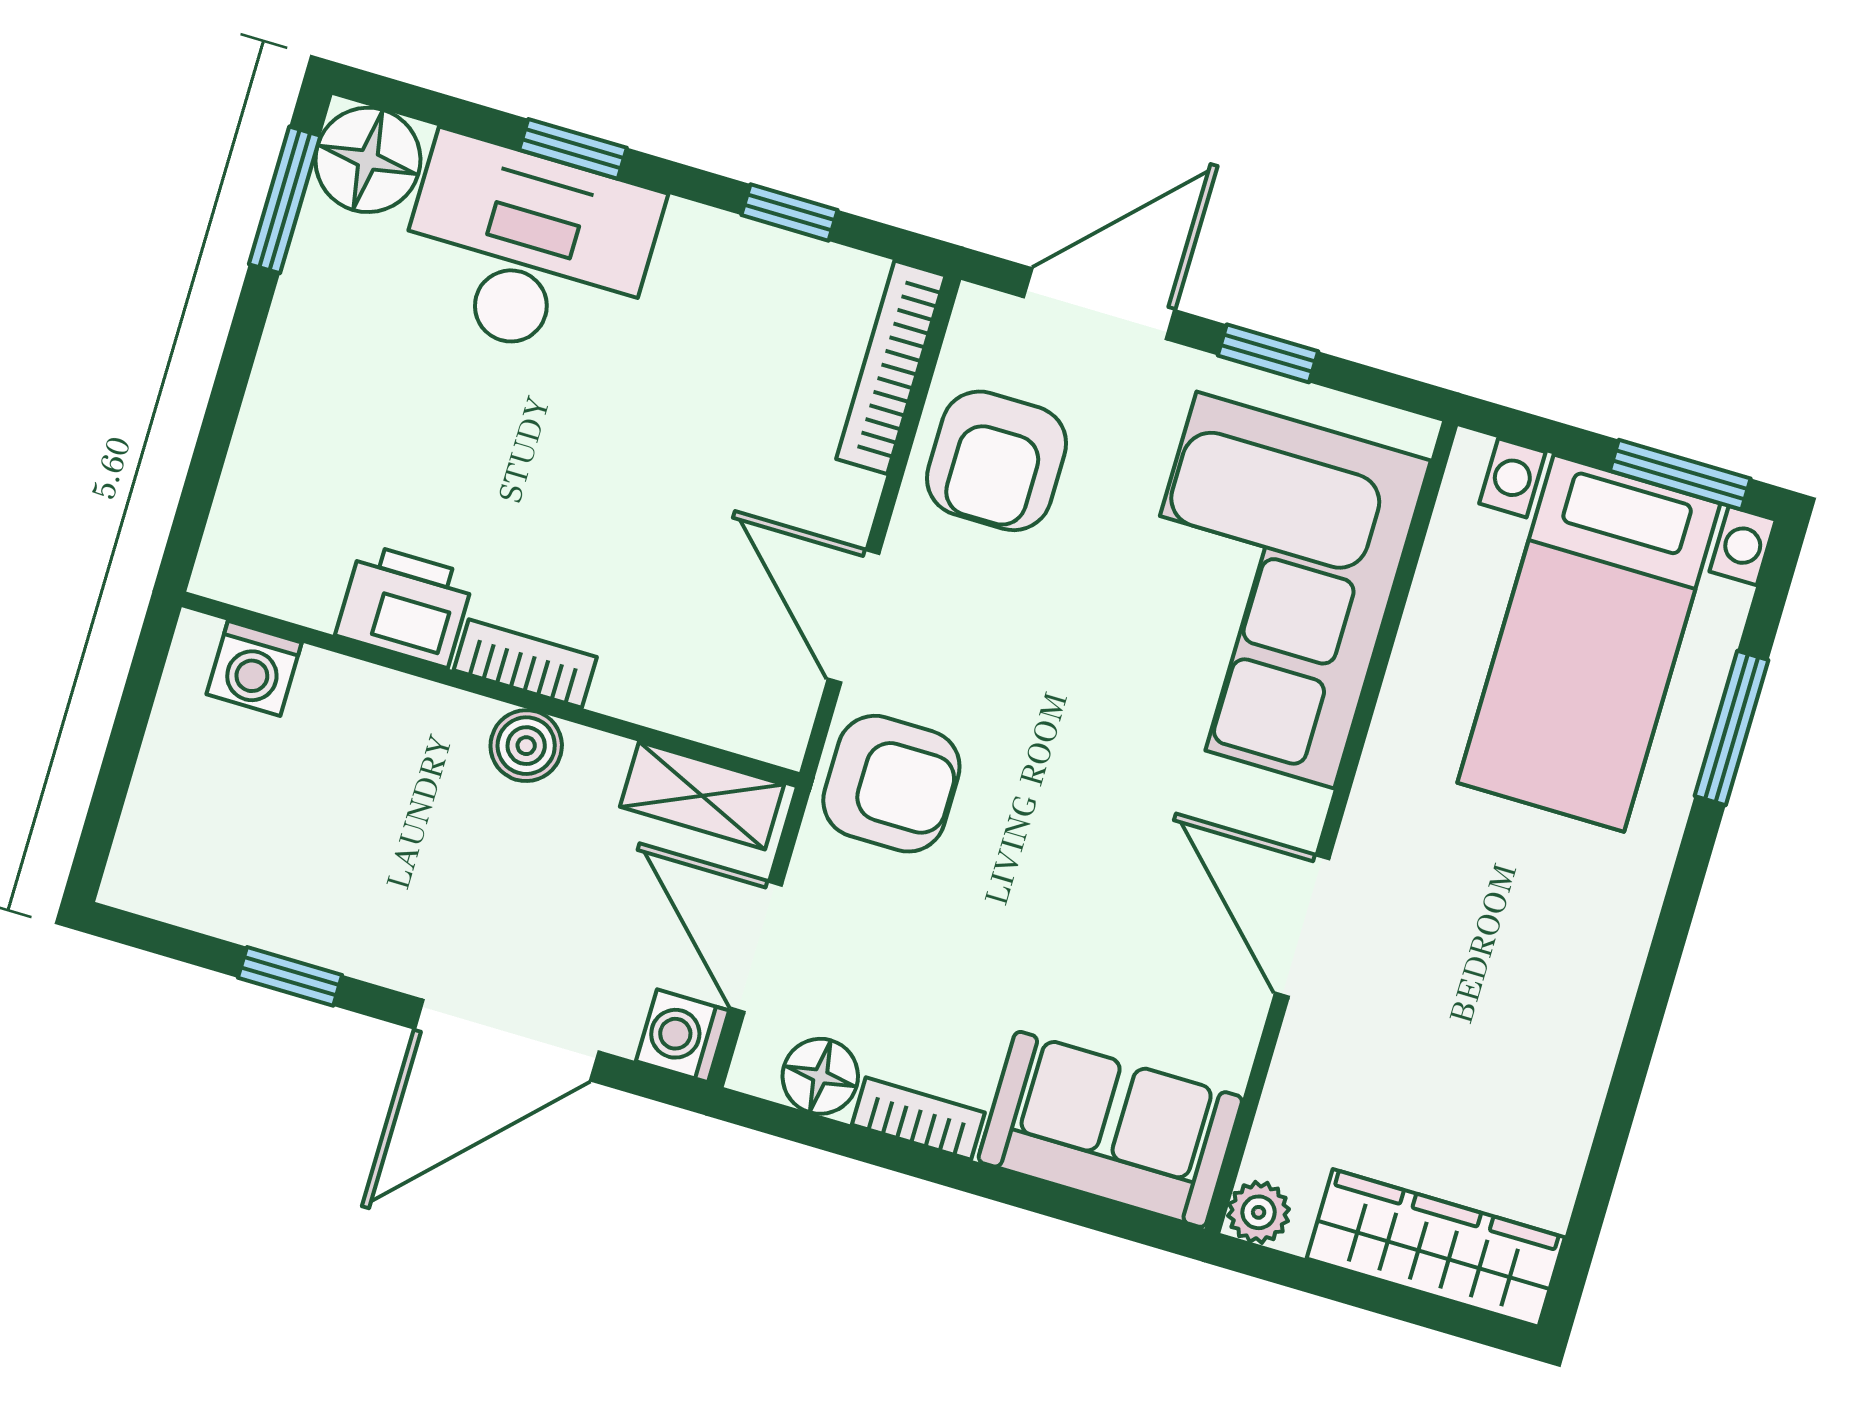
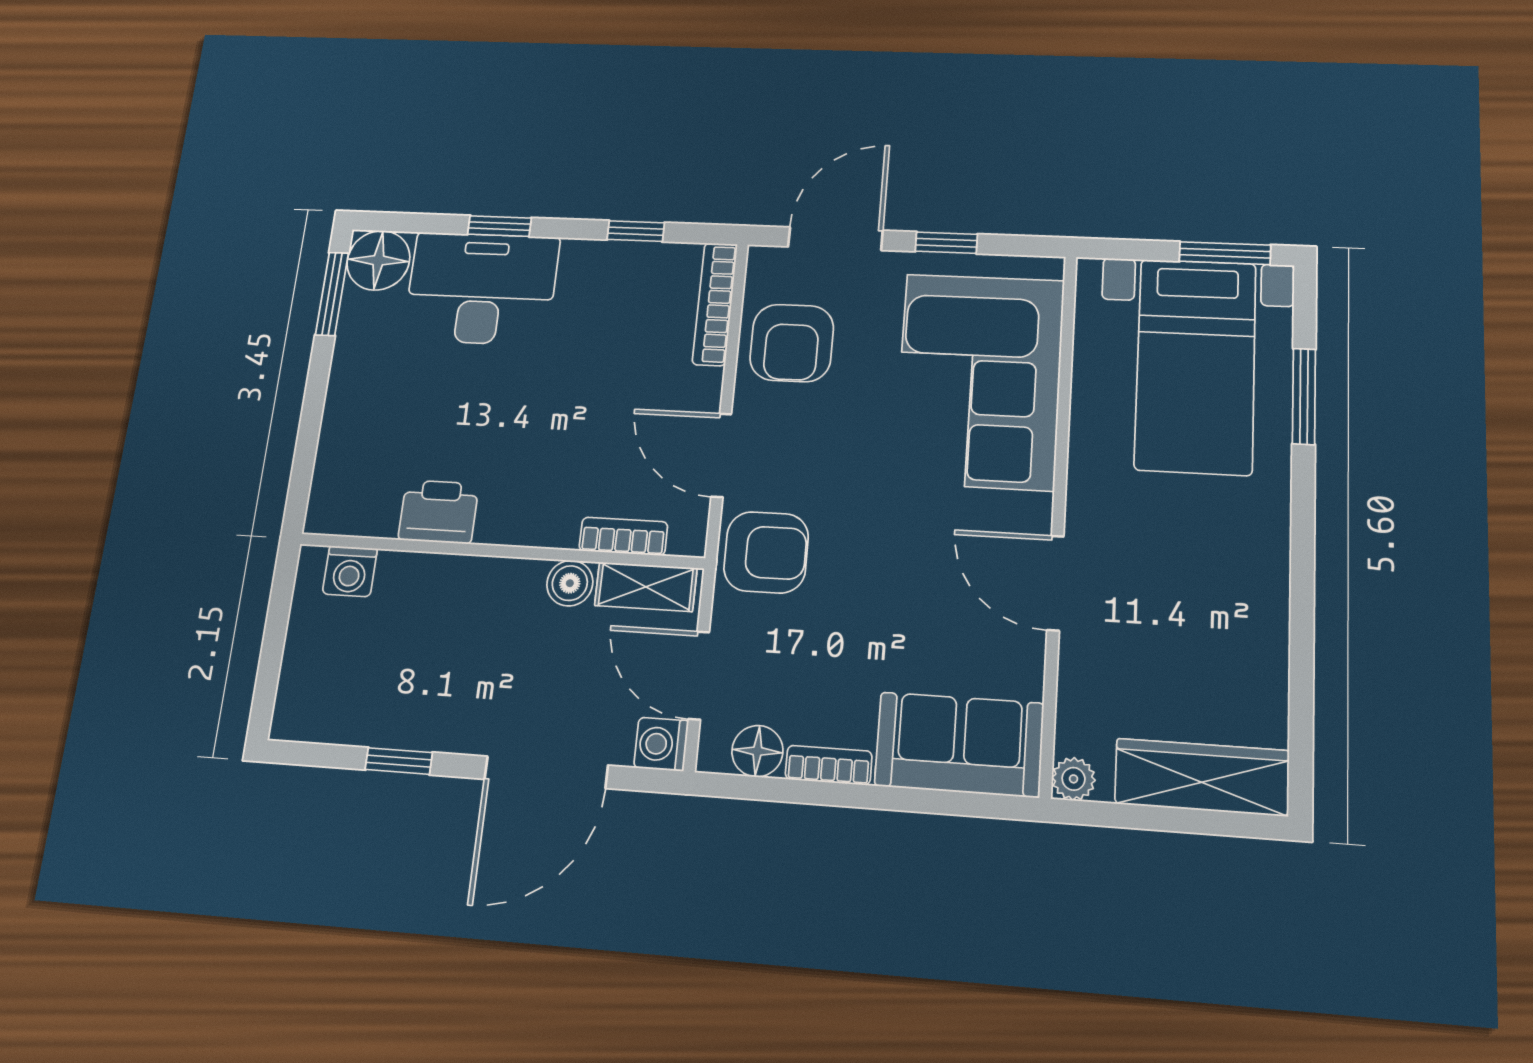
bookcase: (525, 664) -> (623, 536), moved
boiler: (526, 746) -> (570, 583), moved

